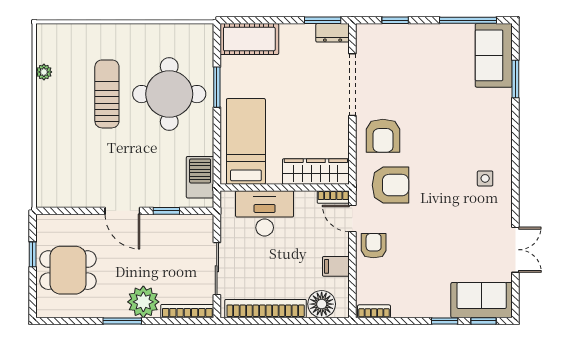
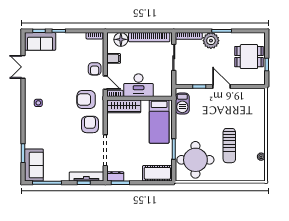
tv unit: (390, 33) -> (86, 177), added
round table: (169, 94) -> (195, 160), moved
desk: (265, 213) -> (139, 85), moved

